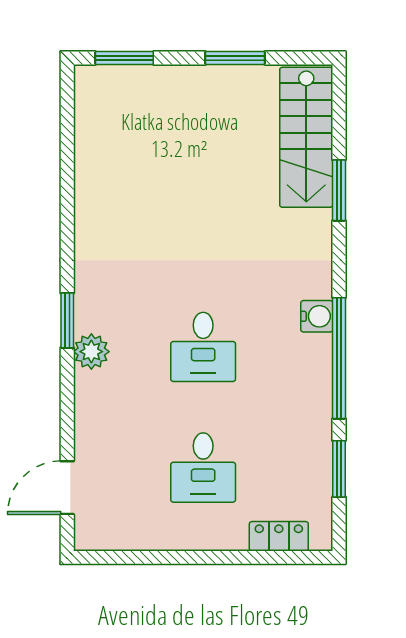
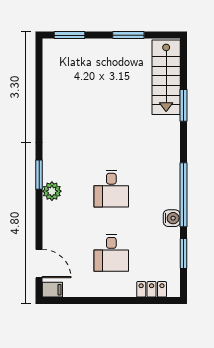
water cooler: (317, 316) -> (172, 218), moved
door: (67, 488) -> (39, 264), swing flipped
filing cabinet: (92, 537) -> (52, 290), added

